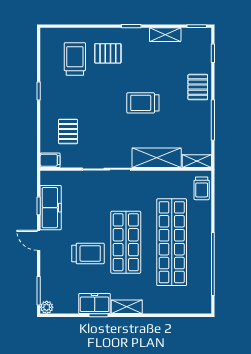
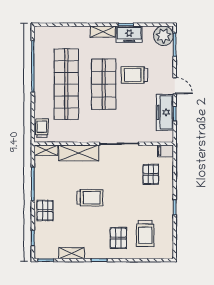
pallet: (108, 53) -> (118, 238), turned 90
plant: (47, 307) -> (164, 36), width x1.87, depth x1.87

